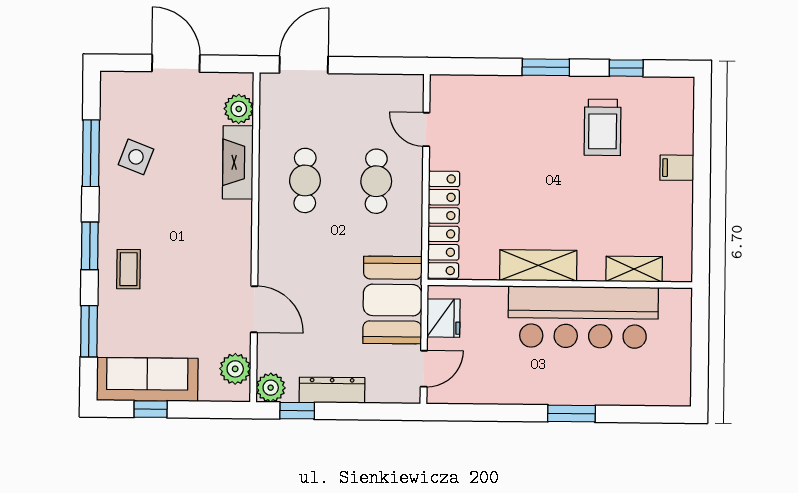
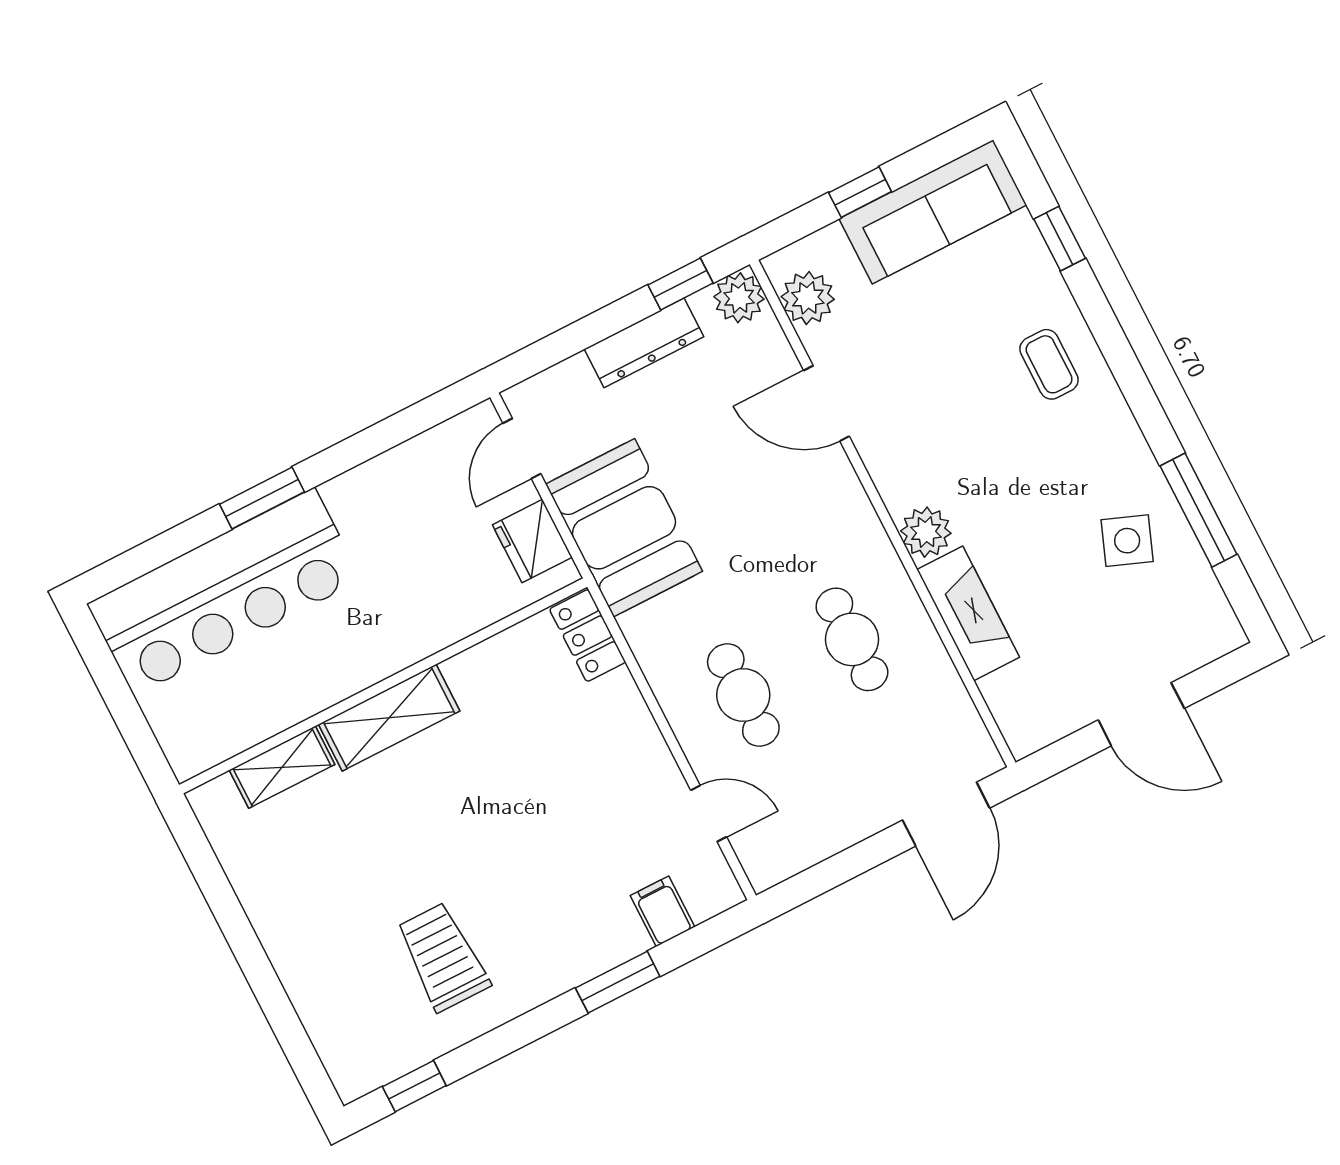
window: (546, 67) -> (618, 982), moved
window: (626, 68) -> (414, 1086), moved
plant: (239, 109) -> (926, 532), moved
filing cabinet: (677, 168) -> (662, 911), moved, turned -90
locker: (444, 225) -> (588, 636), width x0.46, depth x0.83
window: (90, 246) -> (1126, 369), removed
shelving: (538, 265) -> (389, 718), moved
bar counter: (583, 317) -> (224, 592), moved, turned 180
window: (89, 331) -> (1060, 239), width x0.67
window: (151, 409) -> (860, 192), moved

